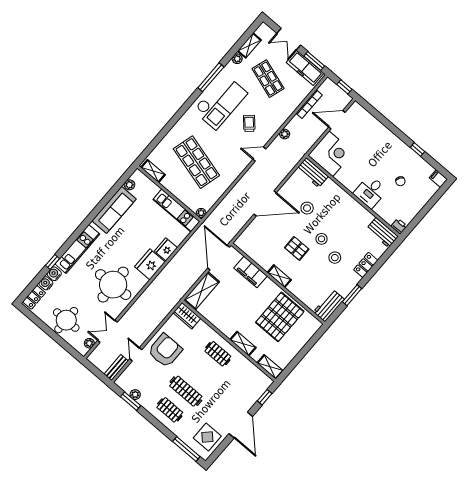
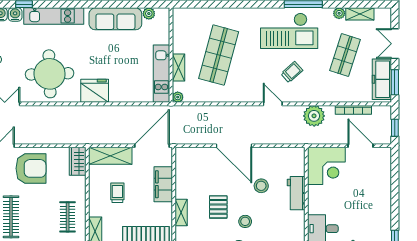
plant: (285, 134) -> (314, 116), width x1.88, depth x1.88
shelving: (153, 171) -> (178, 67), moved
workbench: (312, 173) -> (296, 193), moved
fridge: (166, 249) -> (120, 94), removed
trolley: (230, 307) -> (117, 193), added

